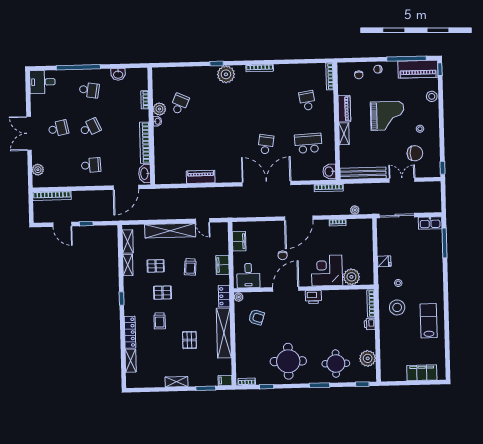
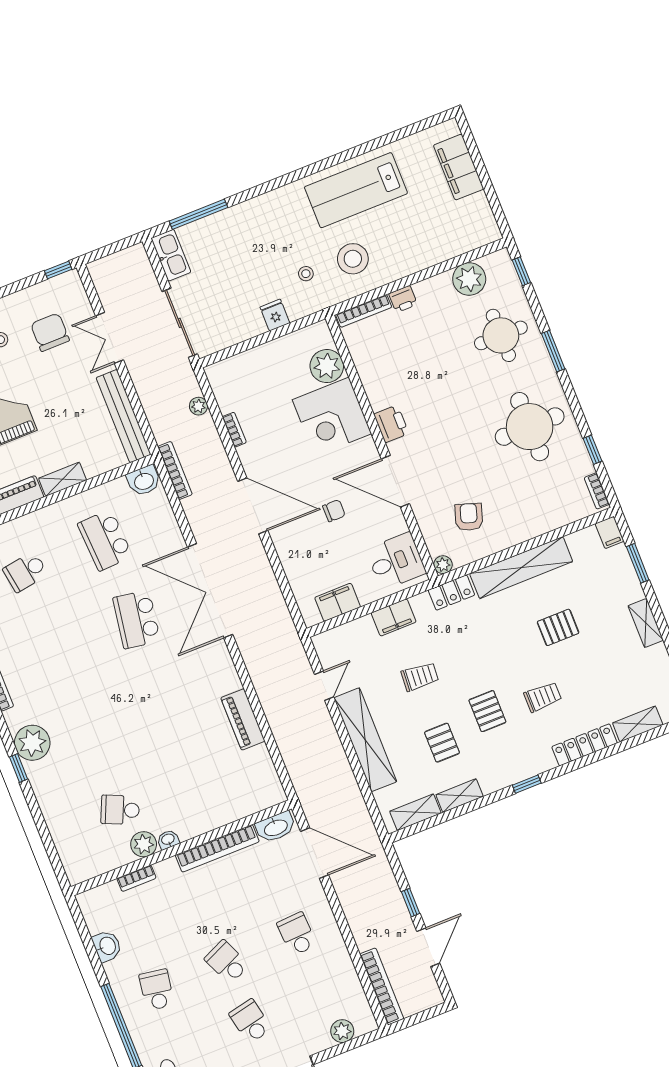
school desk: (266, 144) -> (137, 619), width x1.85
lab bench: (429, 321) -> (356, 190), width x1.36, depth x1.39

